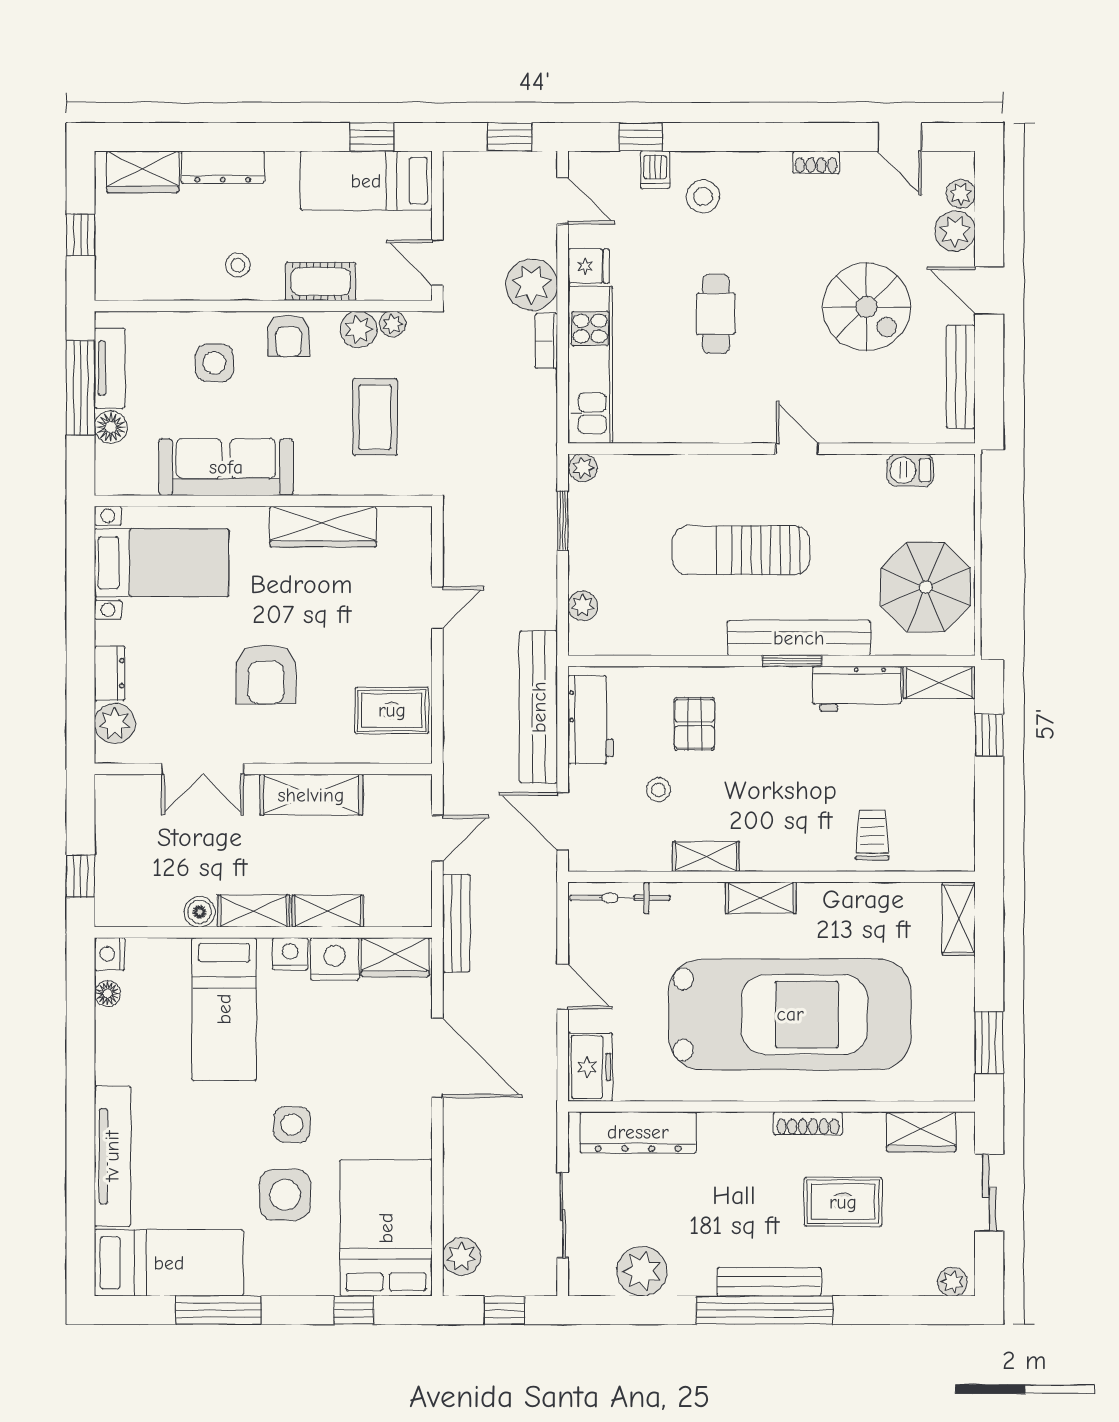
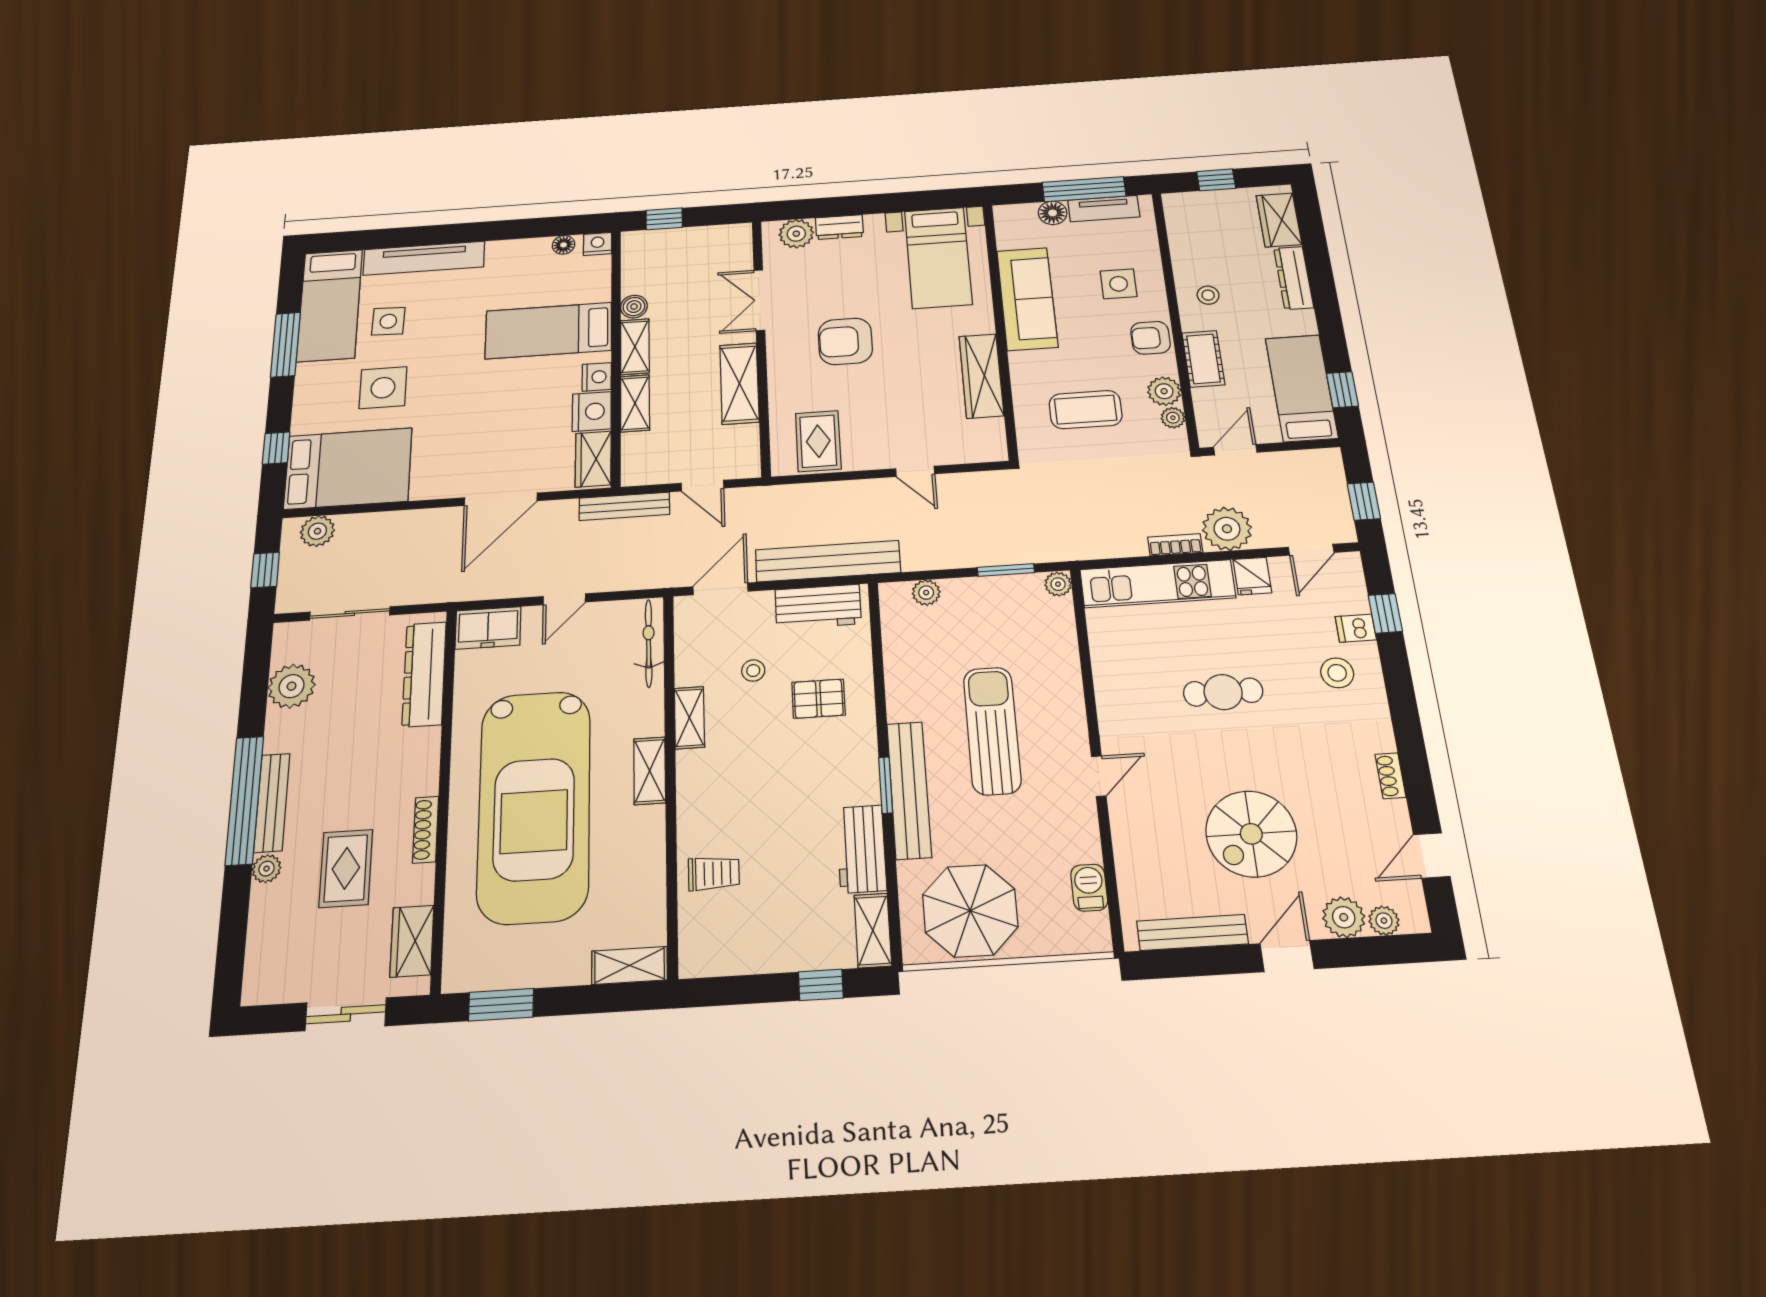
side table: (292, 1125) -> (388, 321), moved
plant: (952, 1282) -> (267, 869), moved

